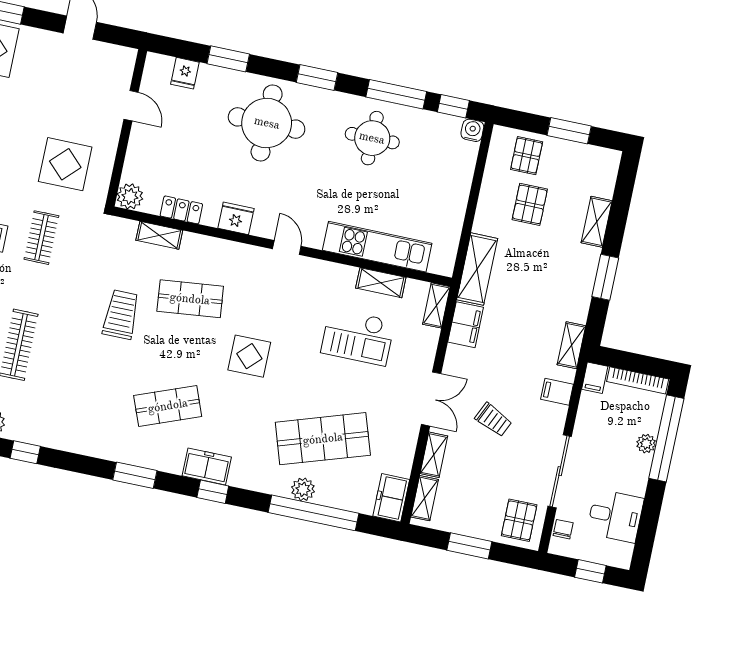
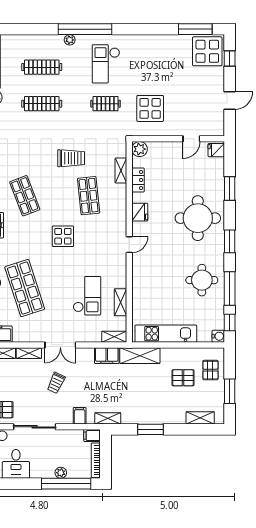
fridge: (185, 73) -> (216, 150), moved
pallet: (527, 156) -> (210, 370), turned 90
shelving: (597, 222) -> (200, 418), moved
kitchen unit: (377, 247) -> (166, 334), moved, turned -90
checkout: (358, 337) -> (87, 296), turned 180

